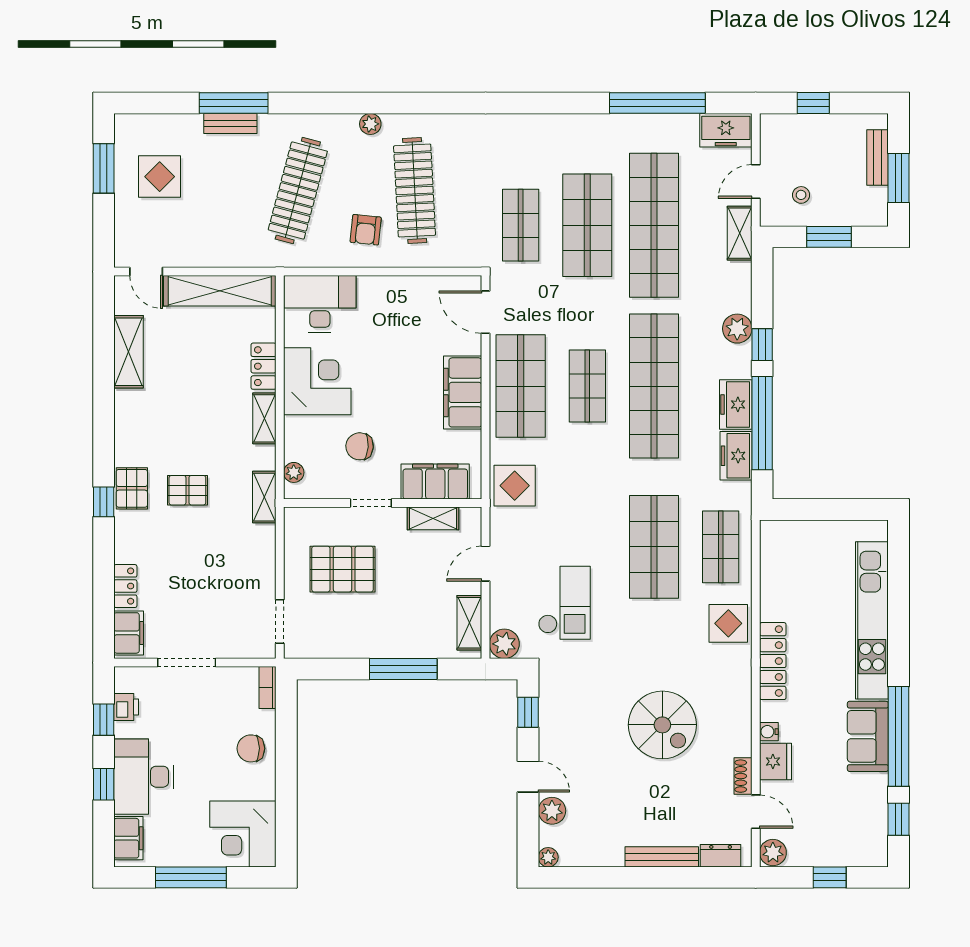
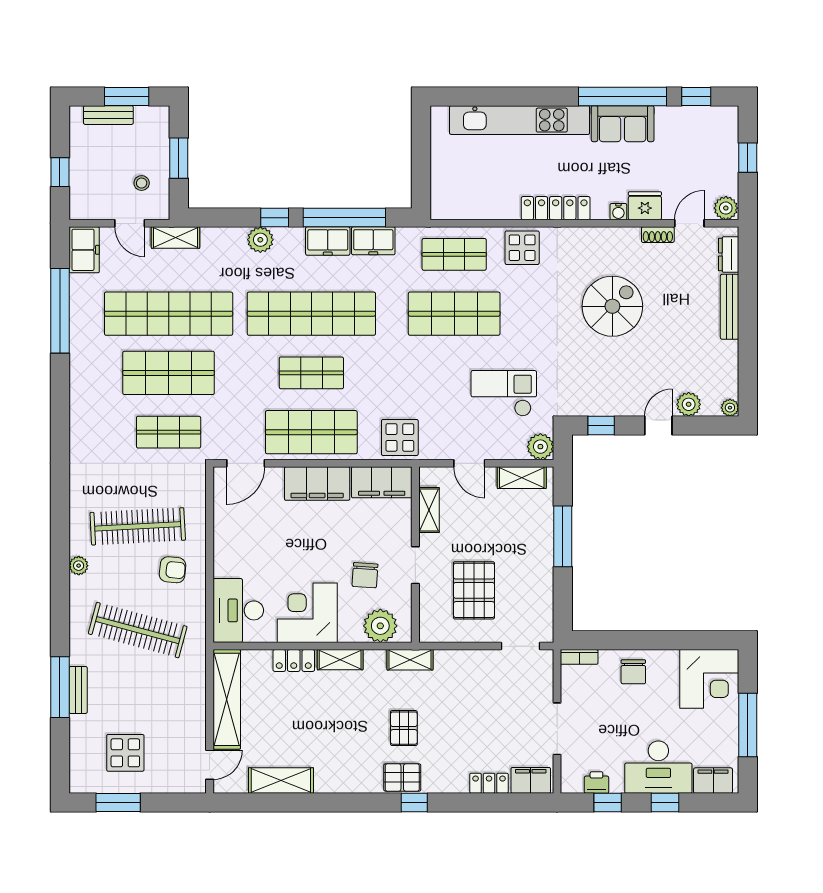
plant: (294, 472) -> (380, 626), width x1.88, depth x1.88
filing cabinet: (435, 482) -> (382, 482), moved, turned -90

